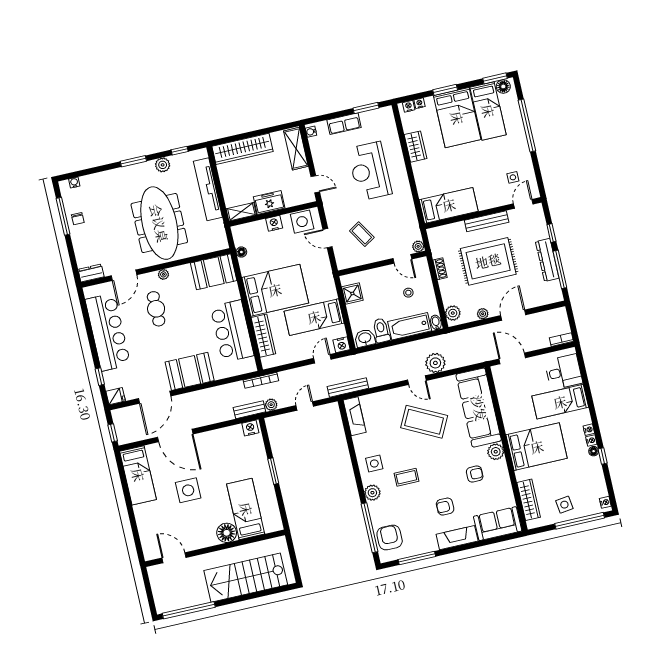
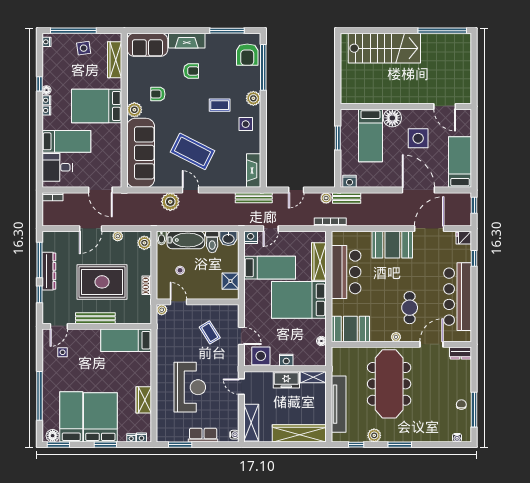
bed: (246, 509) -> (370, 135), moved
floor lamp: (227, 533) -> (392, 118), moved
wall: (215, 548) -> (406, 106), moved
door: (174, 558) -> (445, 106), moved

